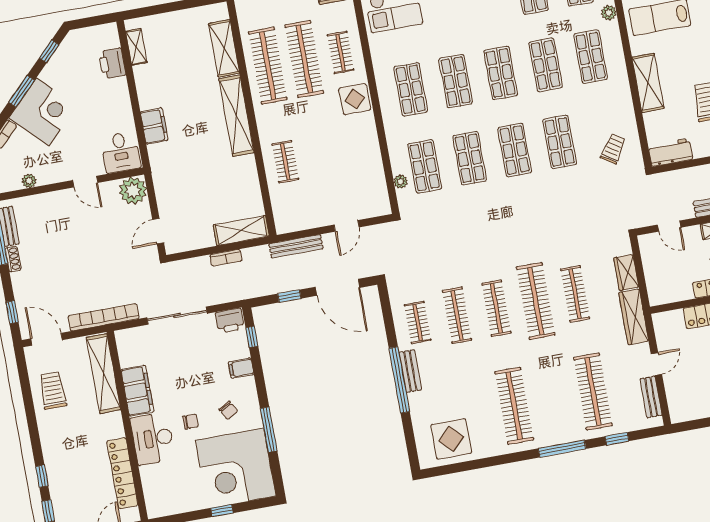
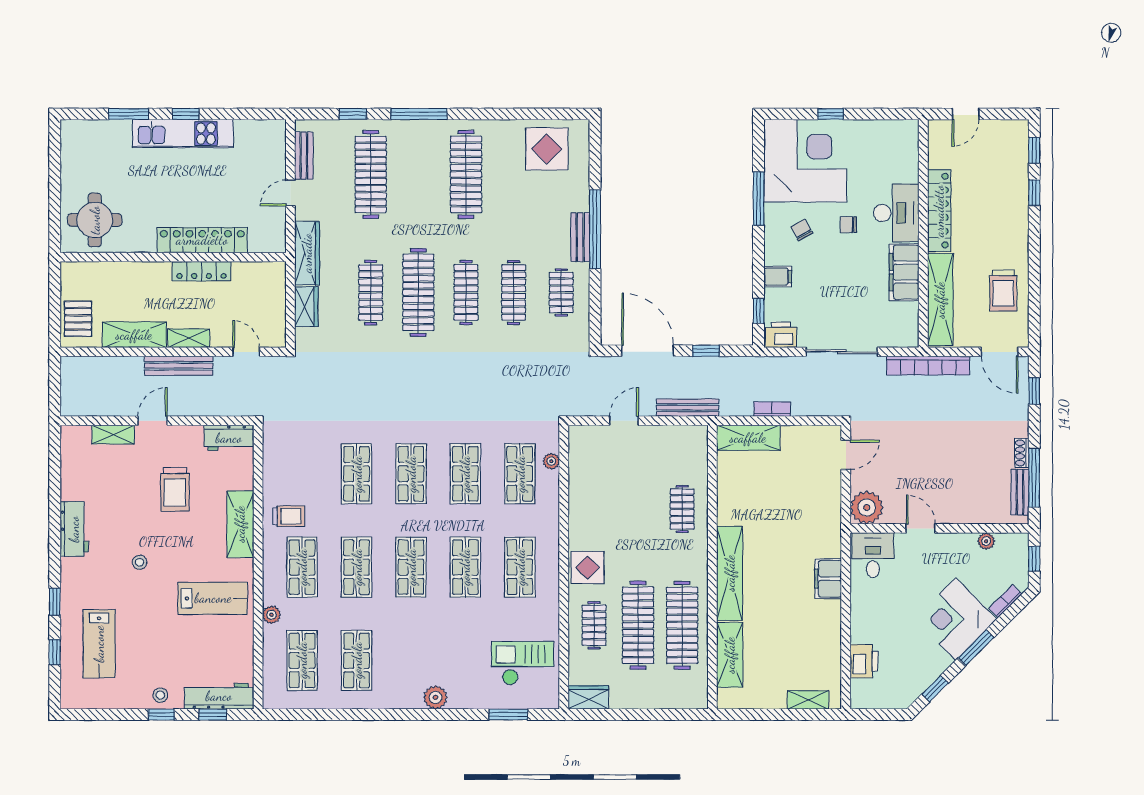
shelving: (136, 47) -> (808, 700), moved, turned 90
trolley: (613, 149) -> (289, 516), moved, turned -123
locker: (122, 473) -> (939, 211), moved

